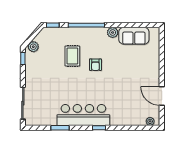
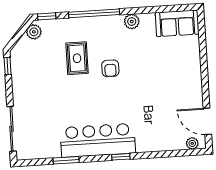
sofa: (134, 36) -> (177, 23), moved
plant: (33, 47) -> (34, 32), moved
door: (162, 96) -> (207, 121), moved

